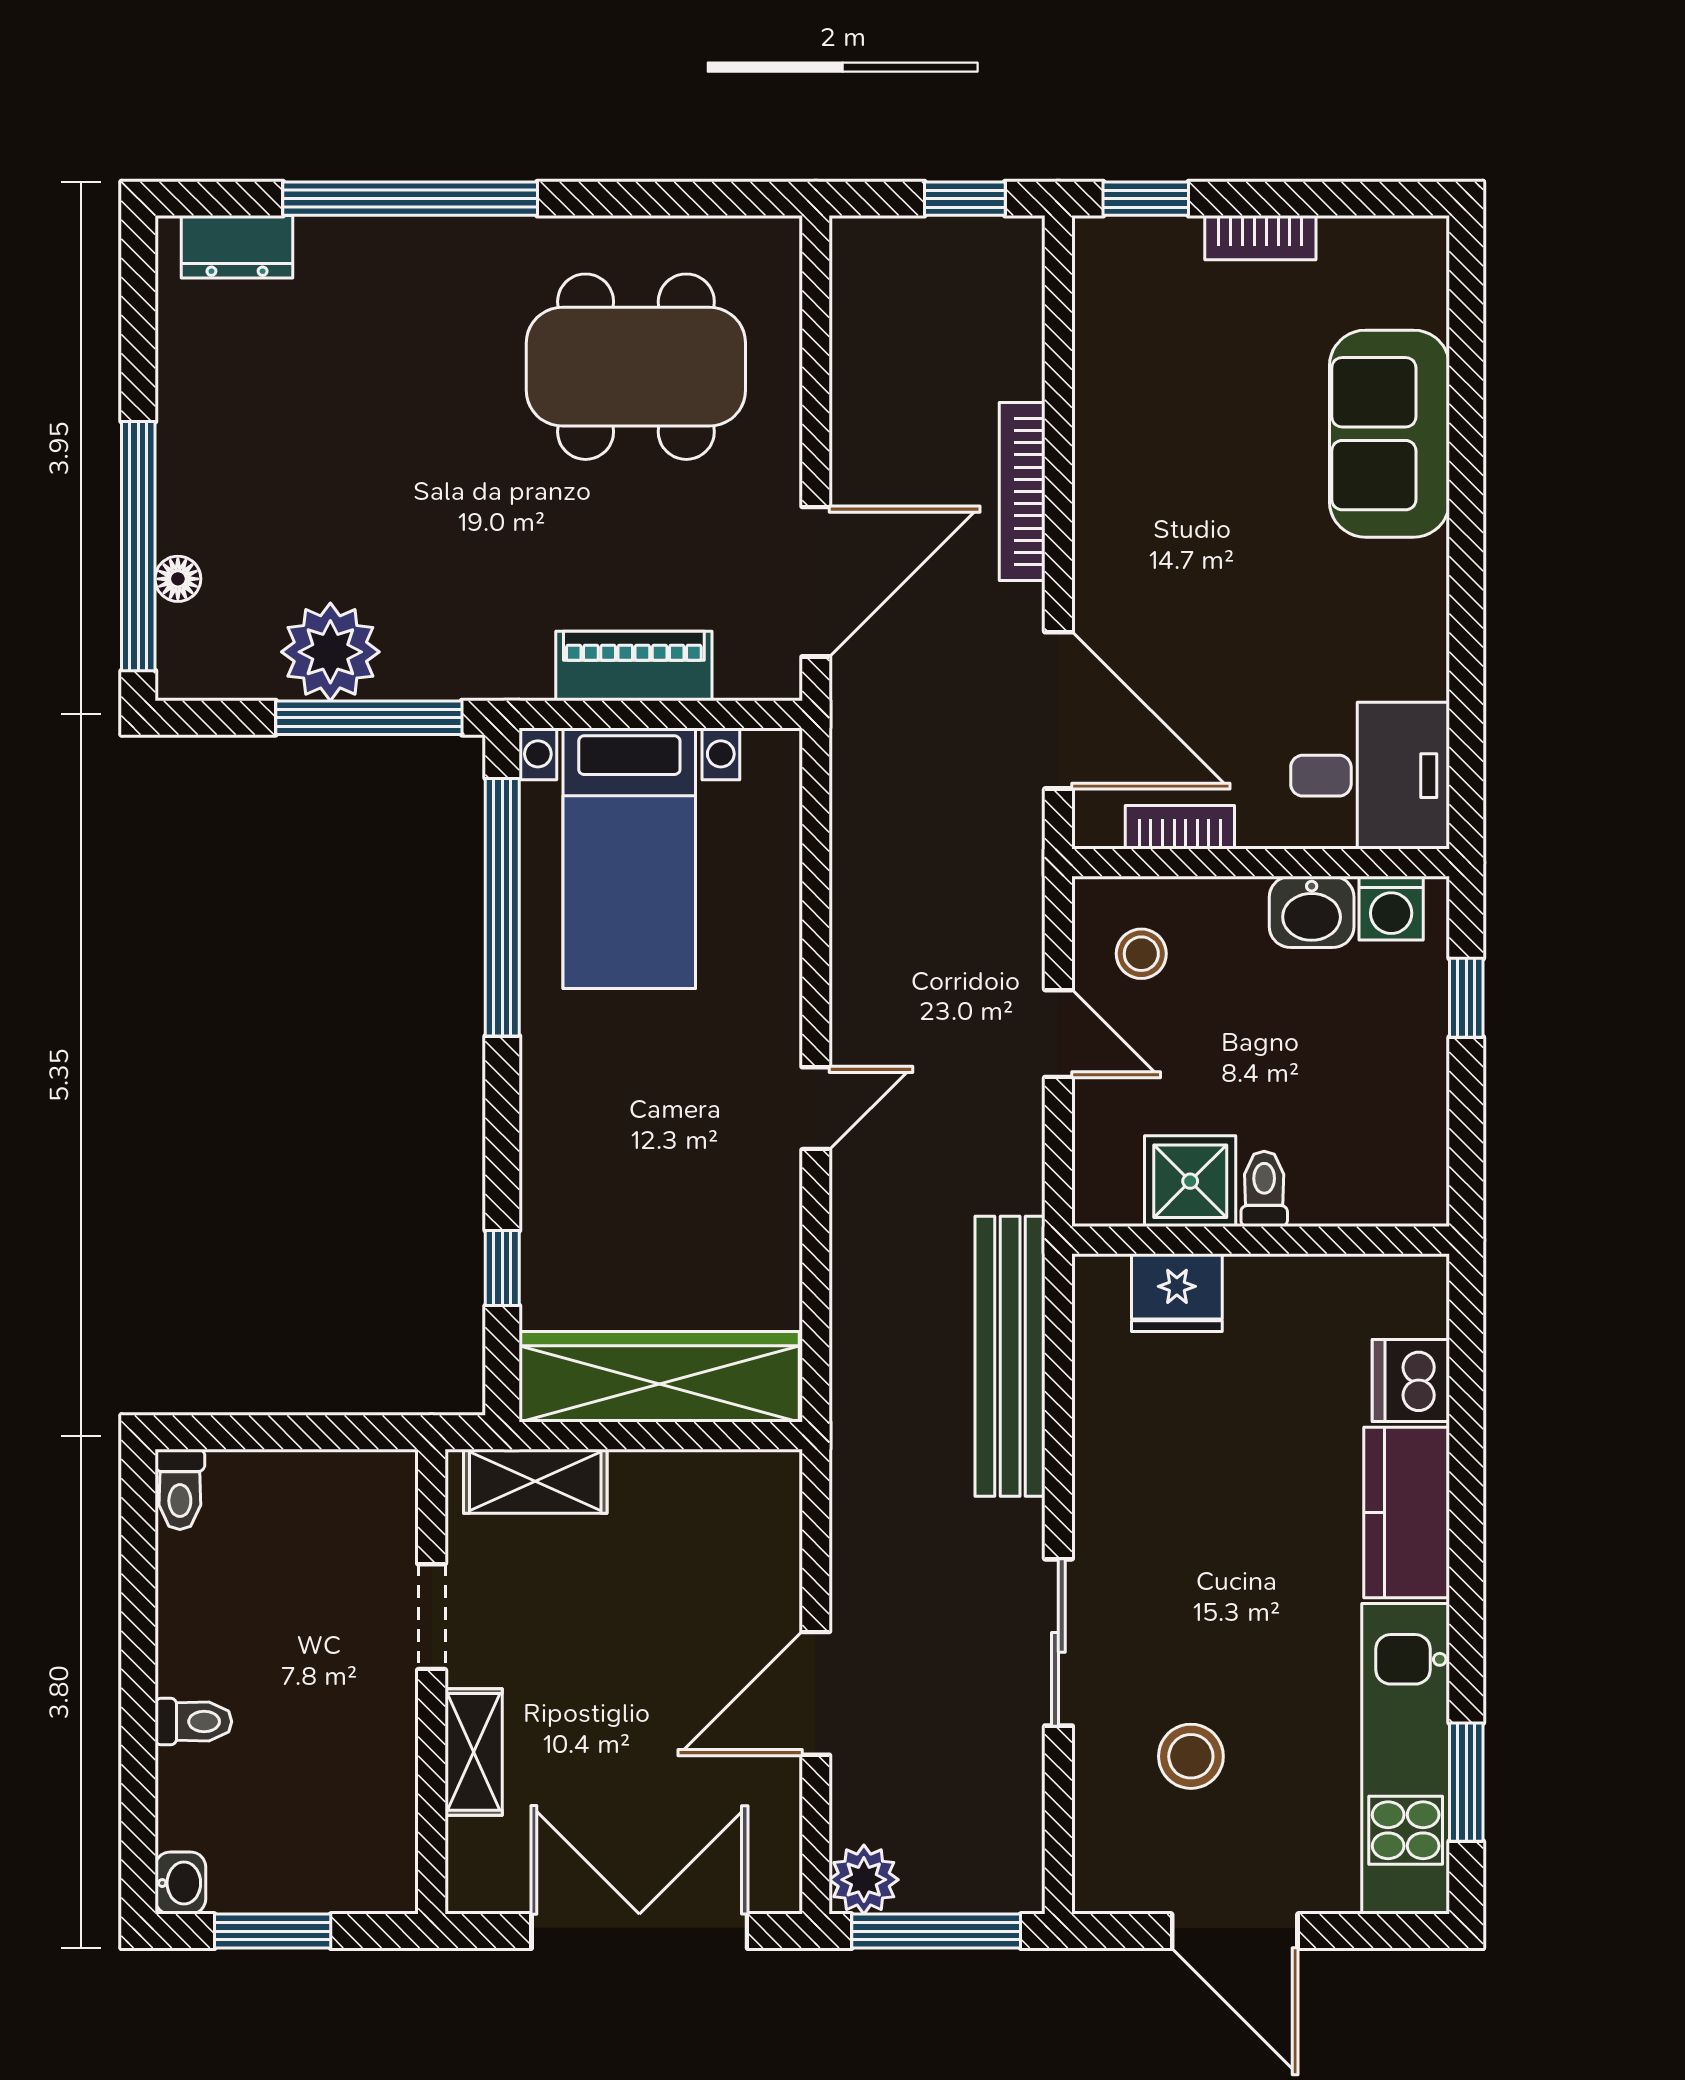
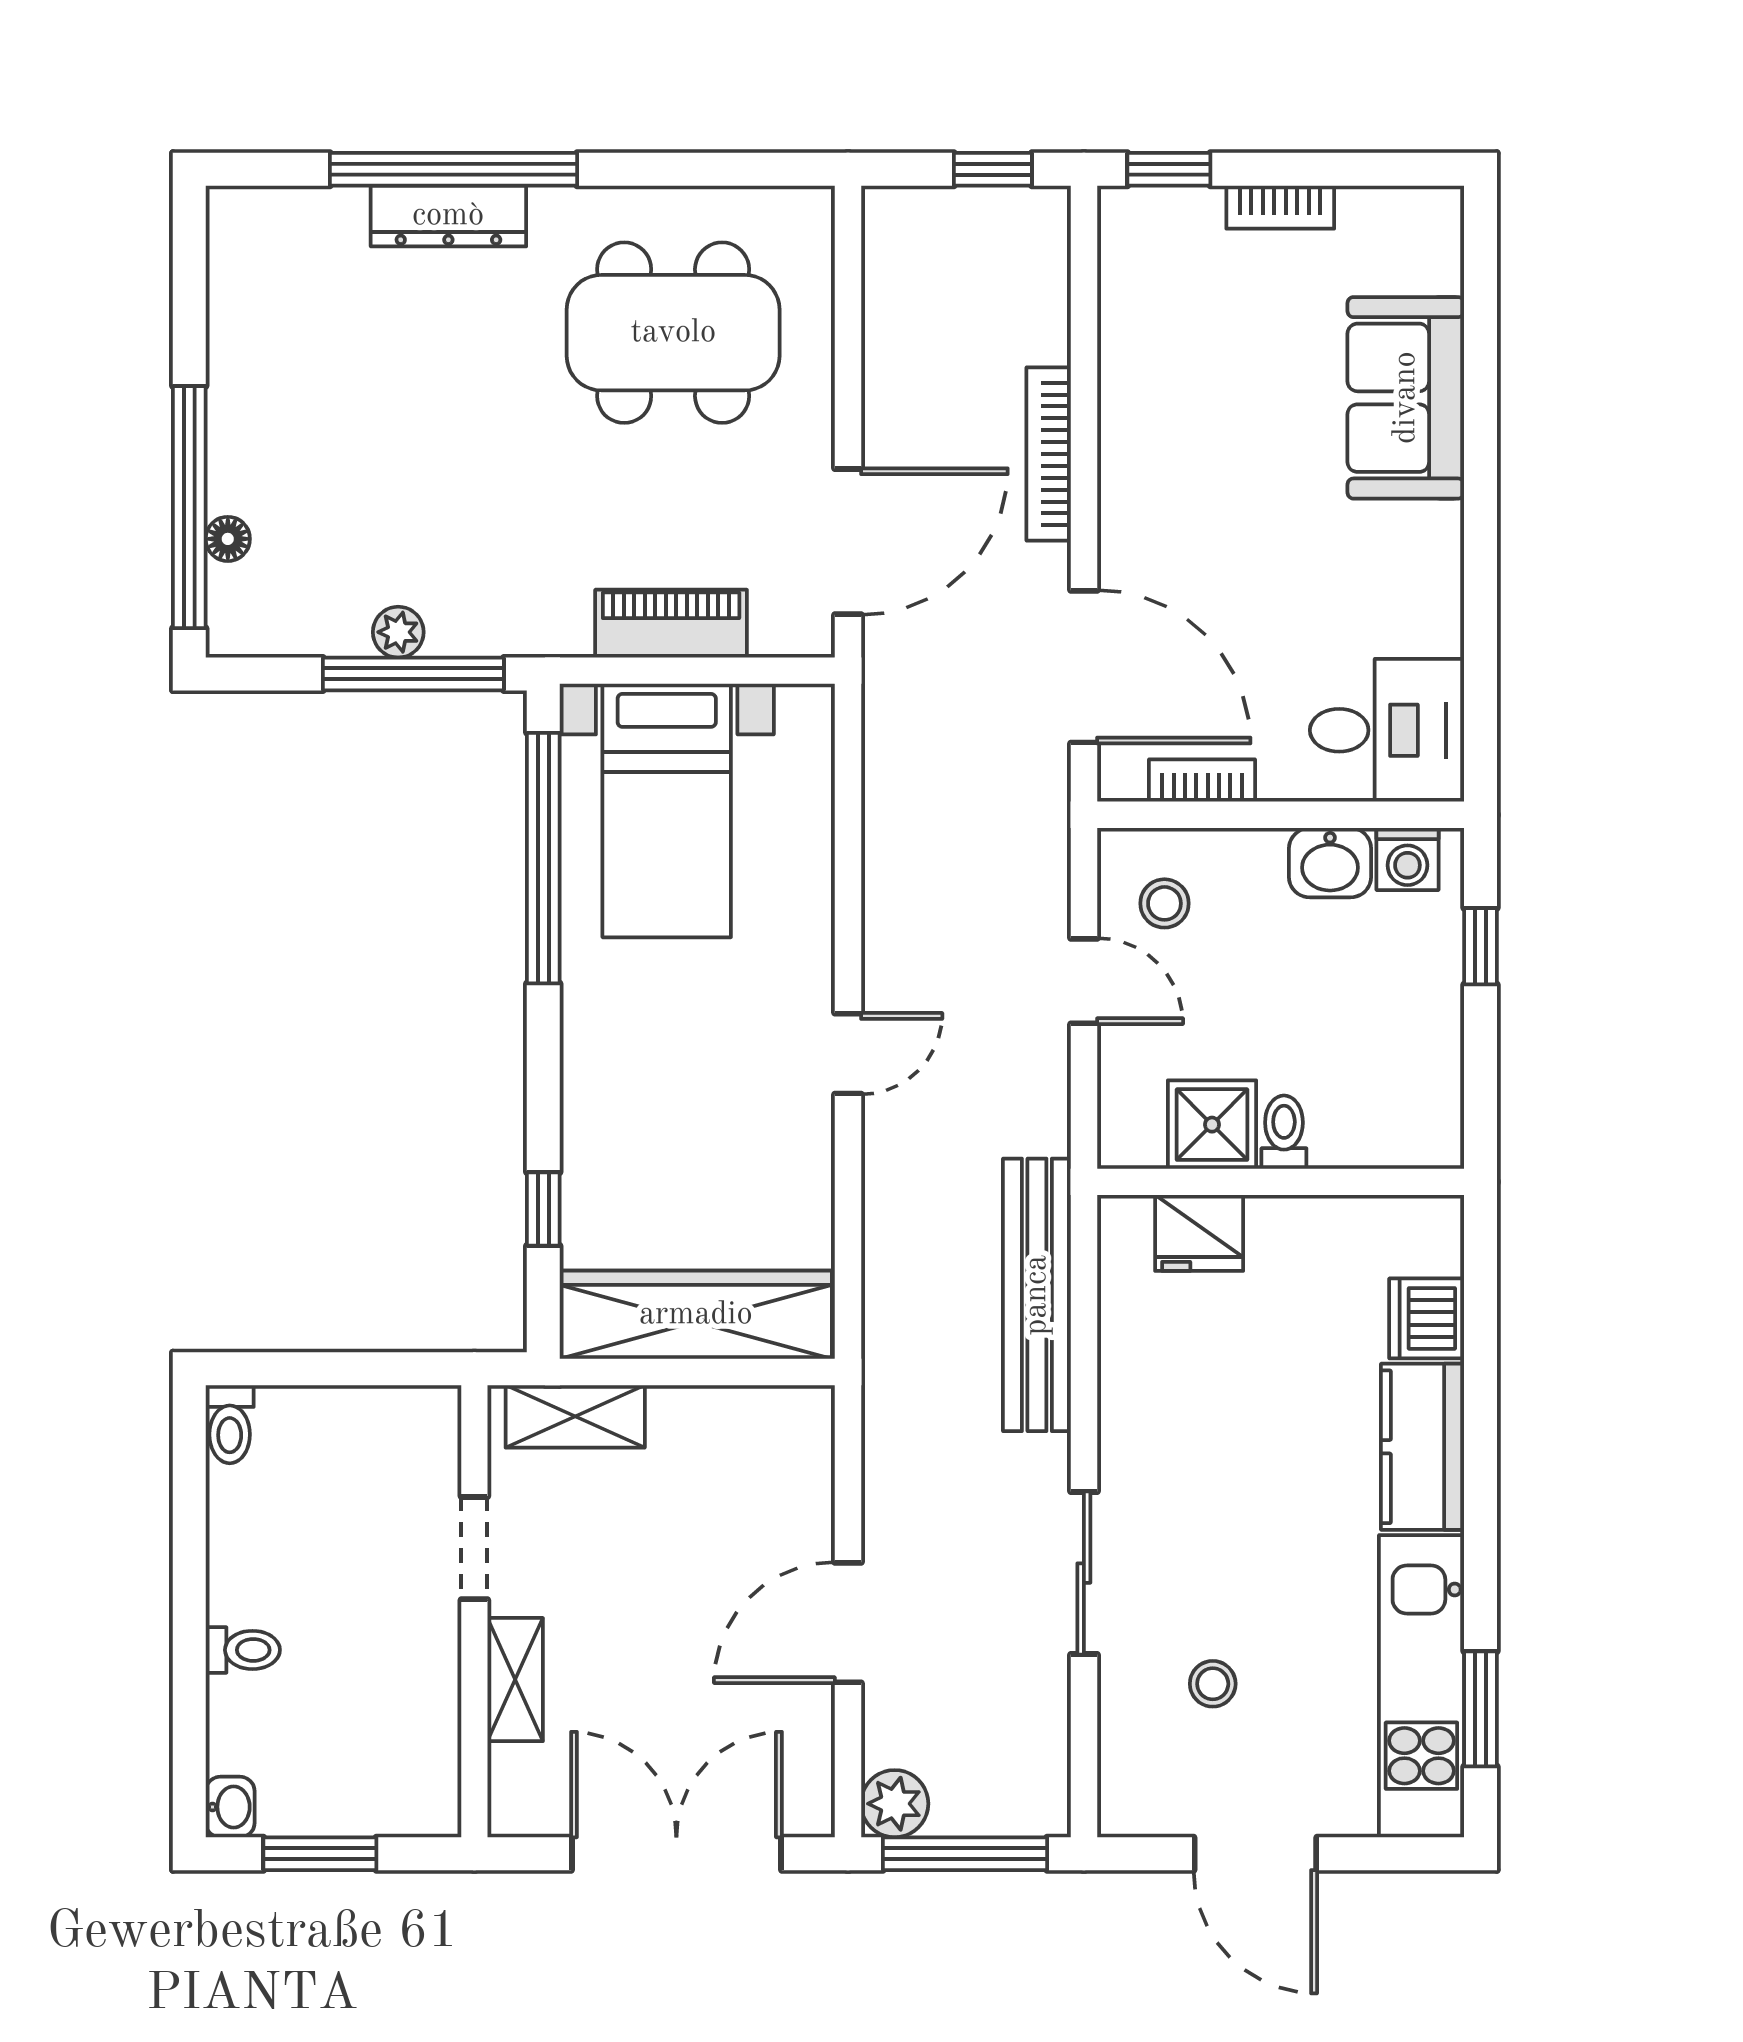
dresser: (237, 247) -> (448, 216), moved, width x1.44
plant: (330, 652) -> (398, 632), width x0.53, depth x0.53
stool: (1191, 1756) -> (1213, 1684), width x0.73, depth x0.73

